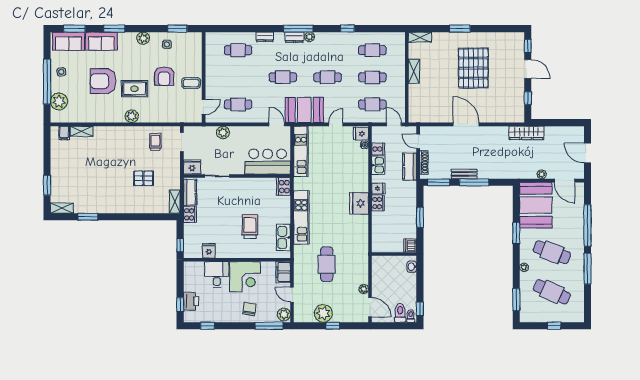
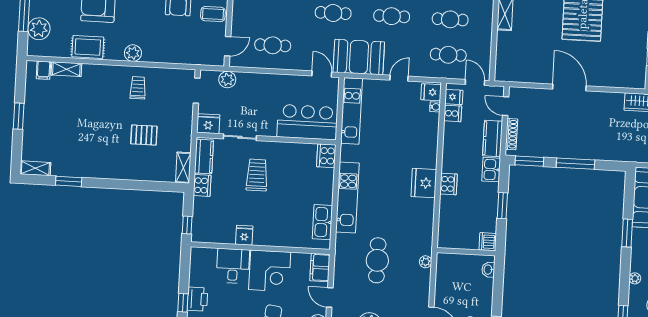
rug: (135, 89) -> (88, 47), moved
plant: (223, 132) -> (227, 80), moved
trolley: (155, 142) -> (138, 88), moved
kitchen sink: (378, 165) -> (491, 170), moved, turned 180
bench: (464, 174) -> (563, 152), removed
window: (47, 185) -> (19, 116), moved
fridge: (378, 189) -> (454, 97), moved
trolley: (250, 227) -> (257, 175), moved
fridge: (209, 251) -> (244, 235), moved
plant: (364, 289) -> (426, 262), moved

